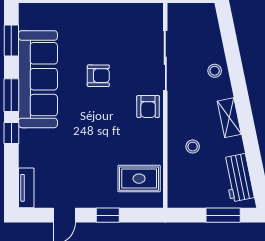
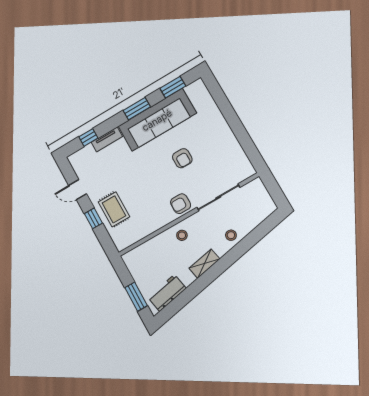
window: (11, 133) -> (88, 137), moved
stool: (193, 147) -> (182, 235), moved
rug: (139, 179) -> (114, 209), moved
tv unit: (26, 188) -> (107, 139), moved

